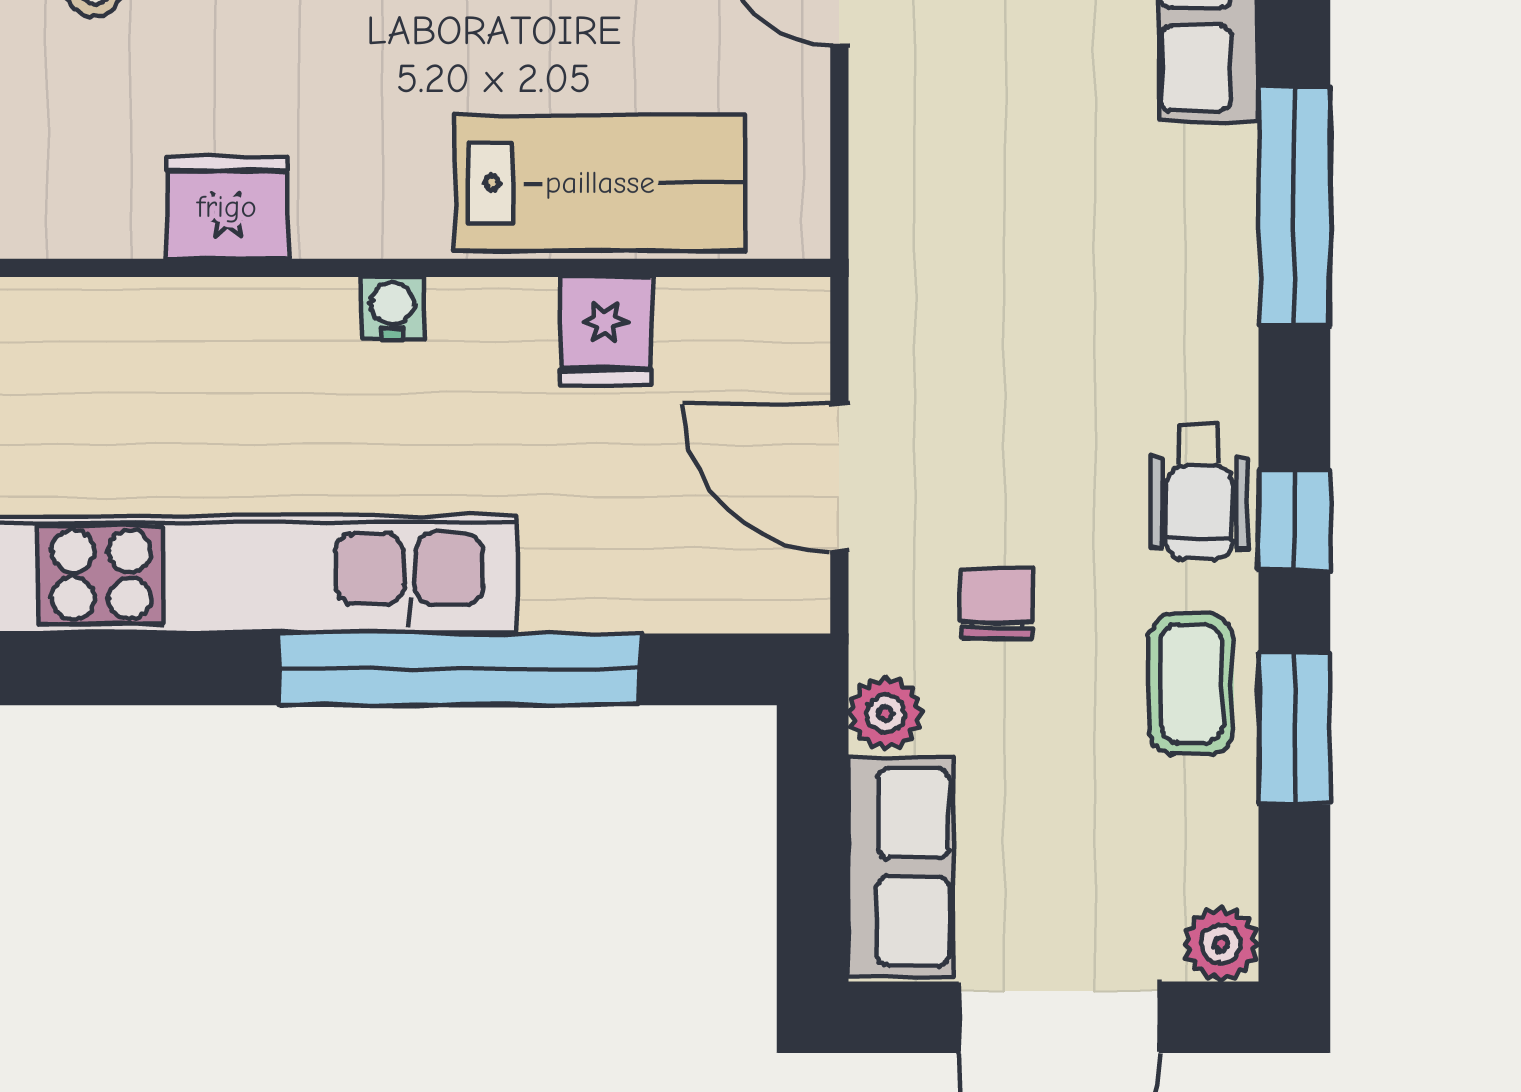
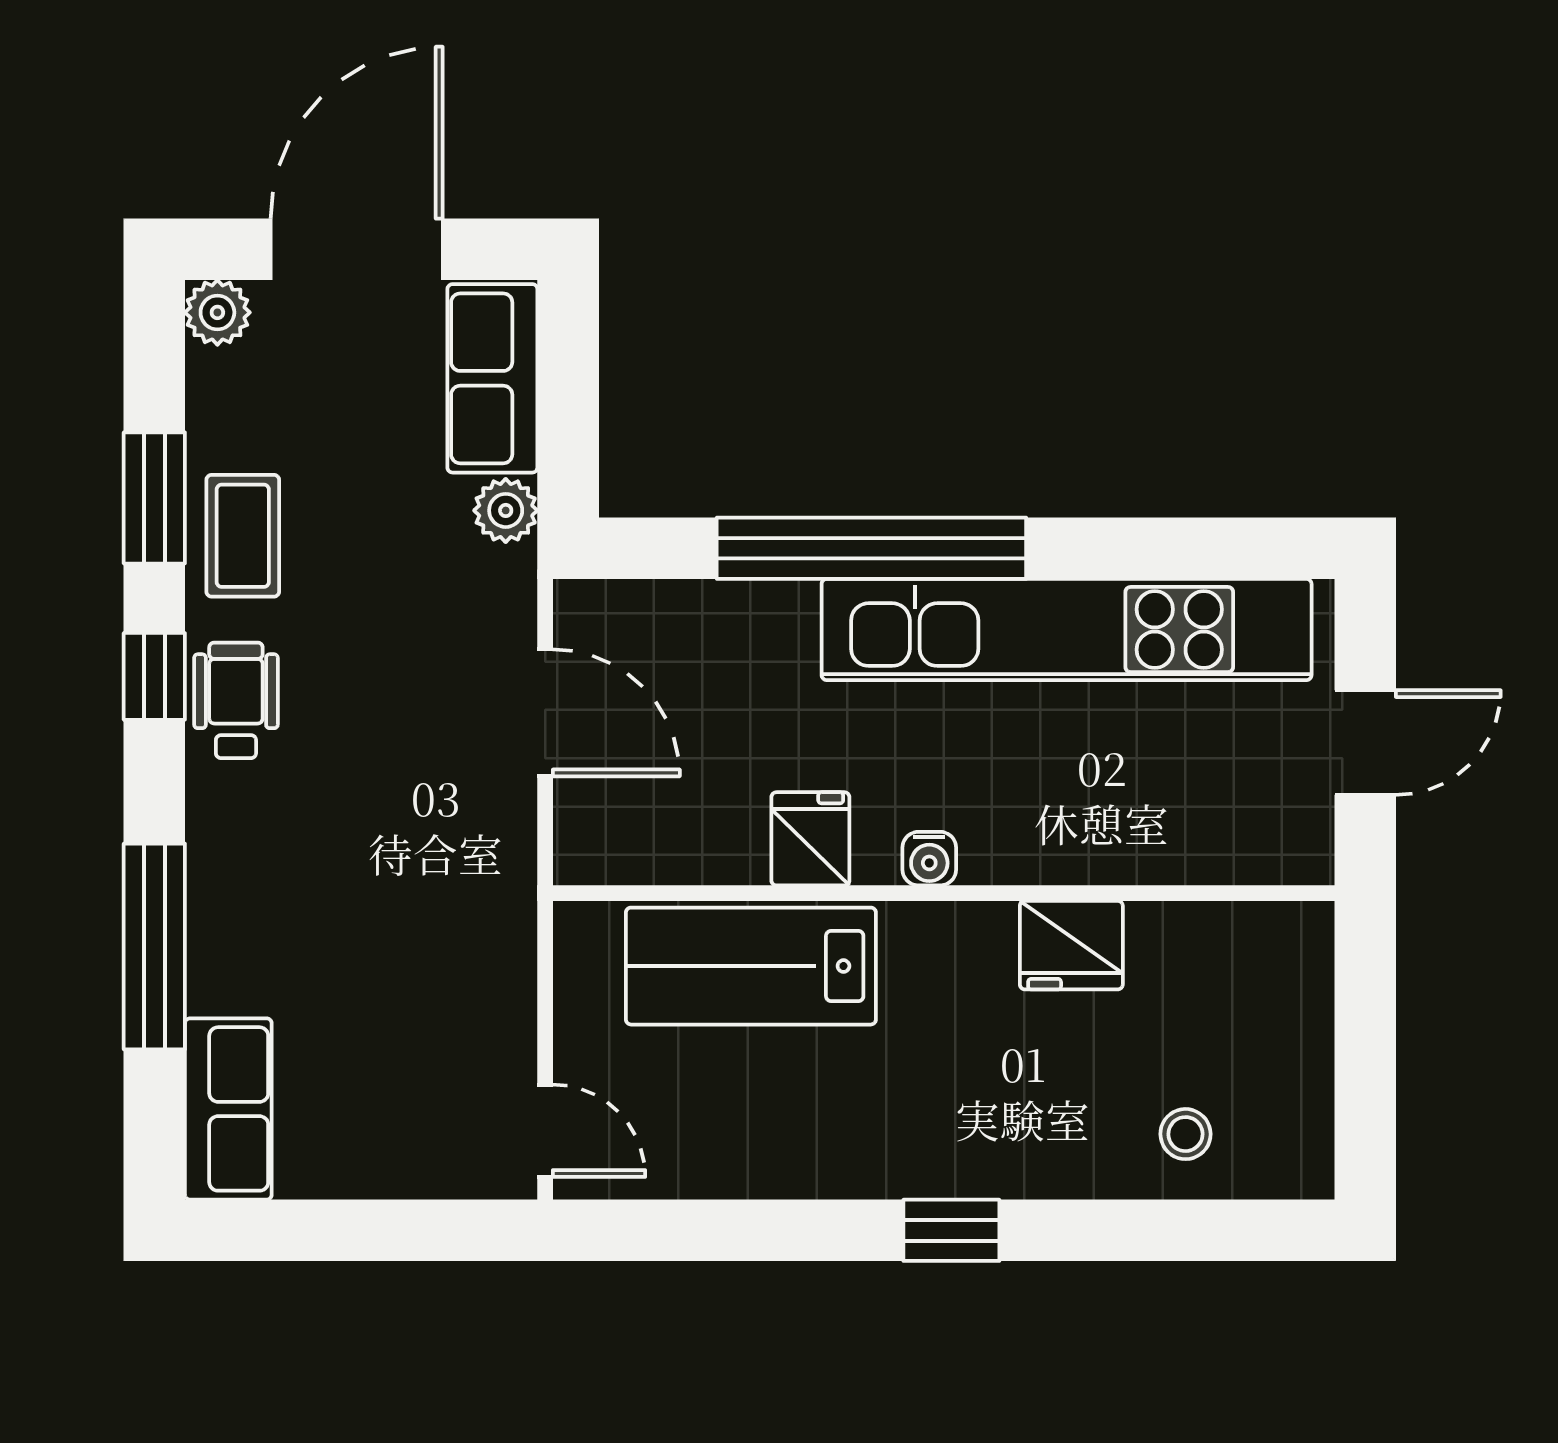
fridge: (606, 331) -> (810, 839), moved
chair: (997, 603) -> (410, 605), removed

